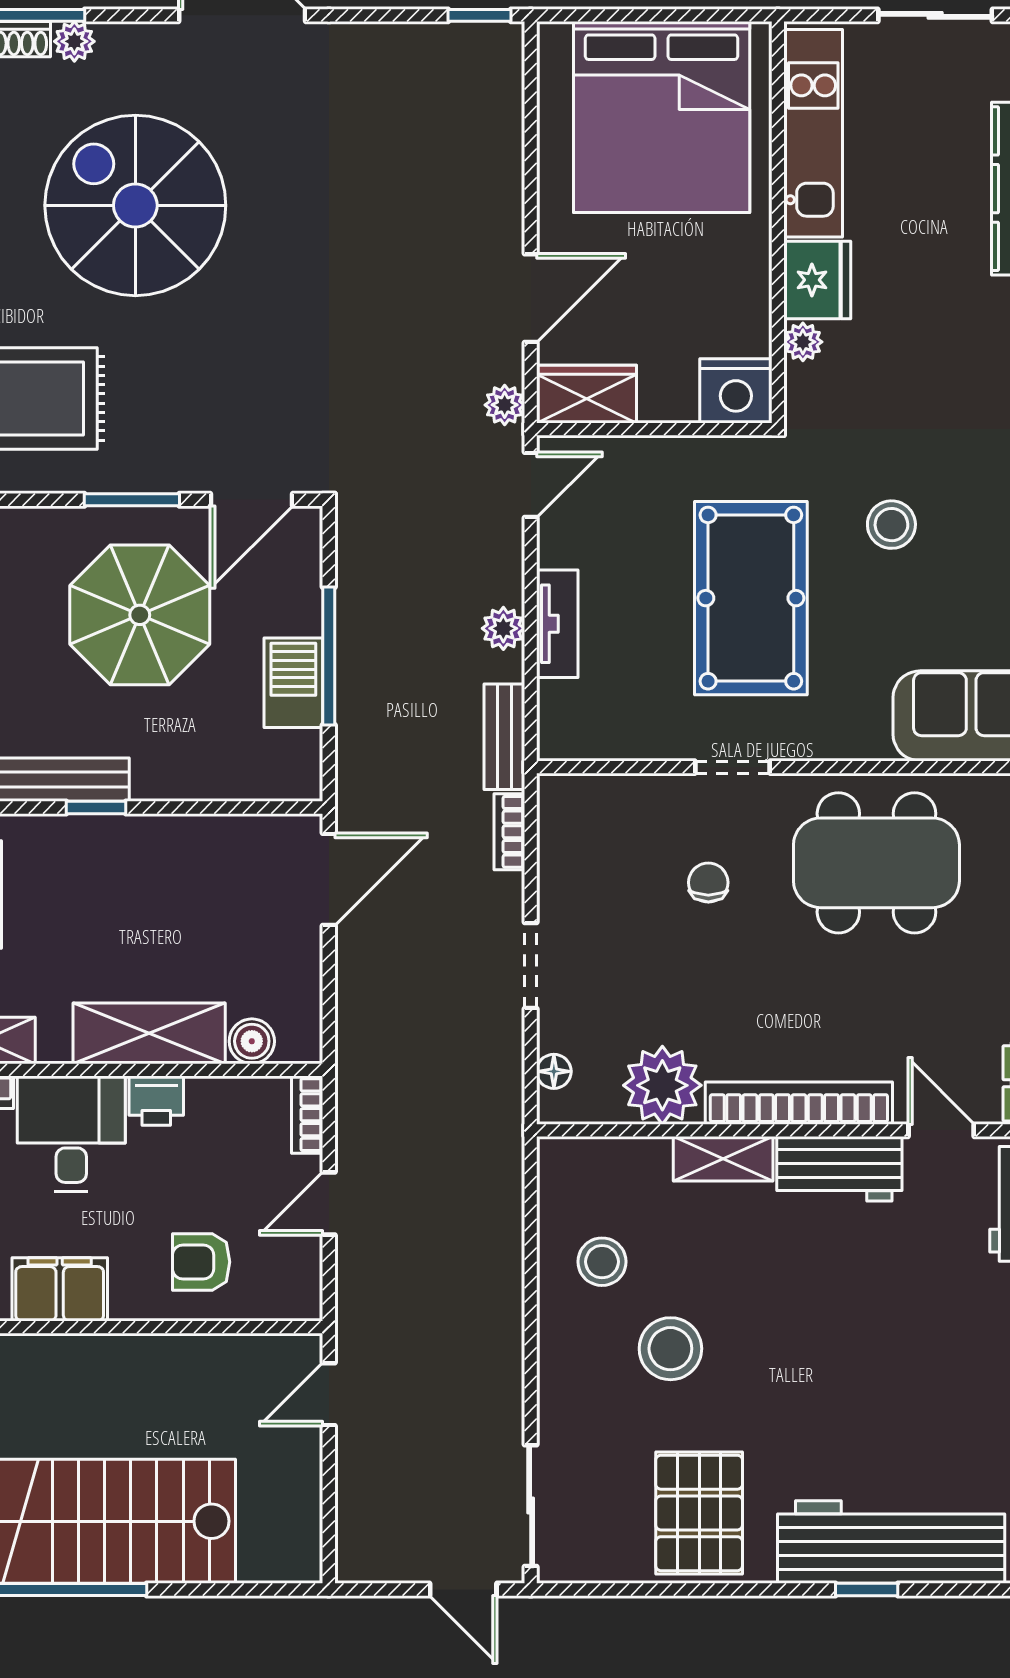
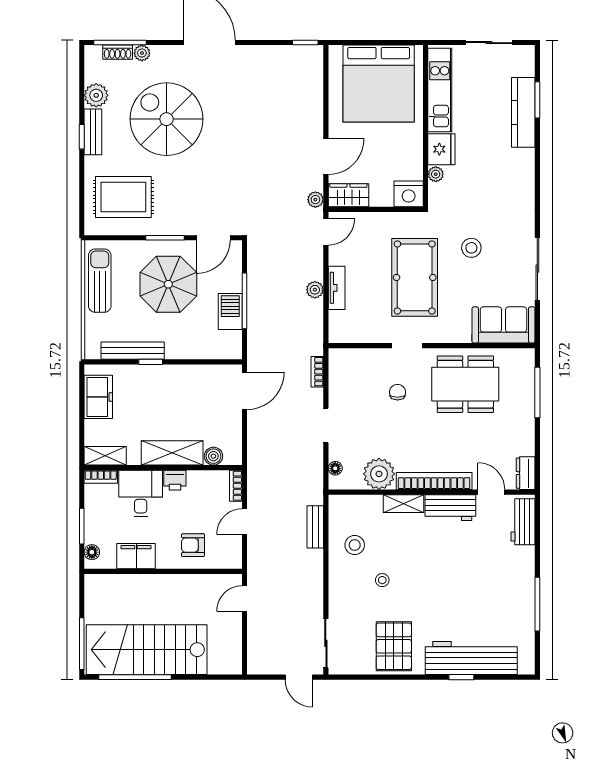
bench: (504, 737) -> (315, 527), moved
stool: (670, 1349) -> (382, 580), width x0.53, depth x0.53

